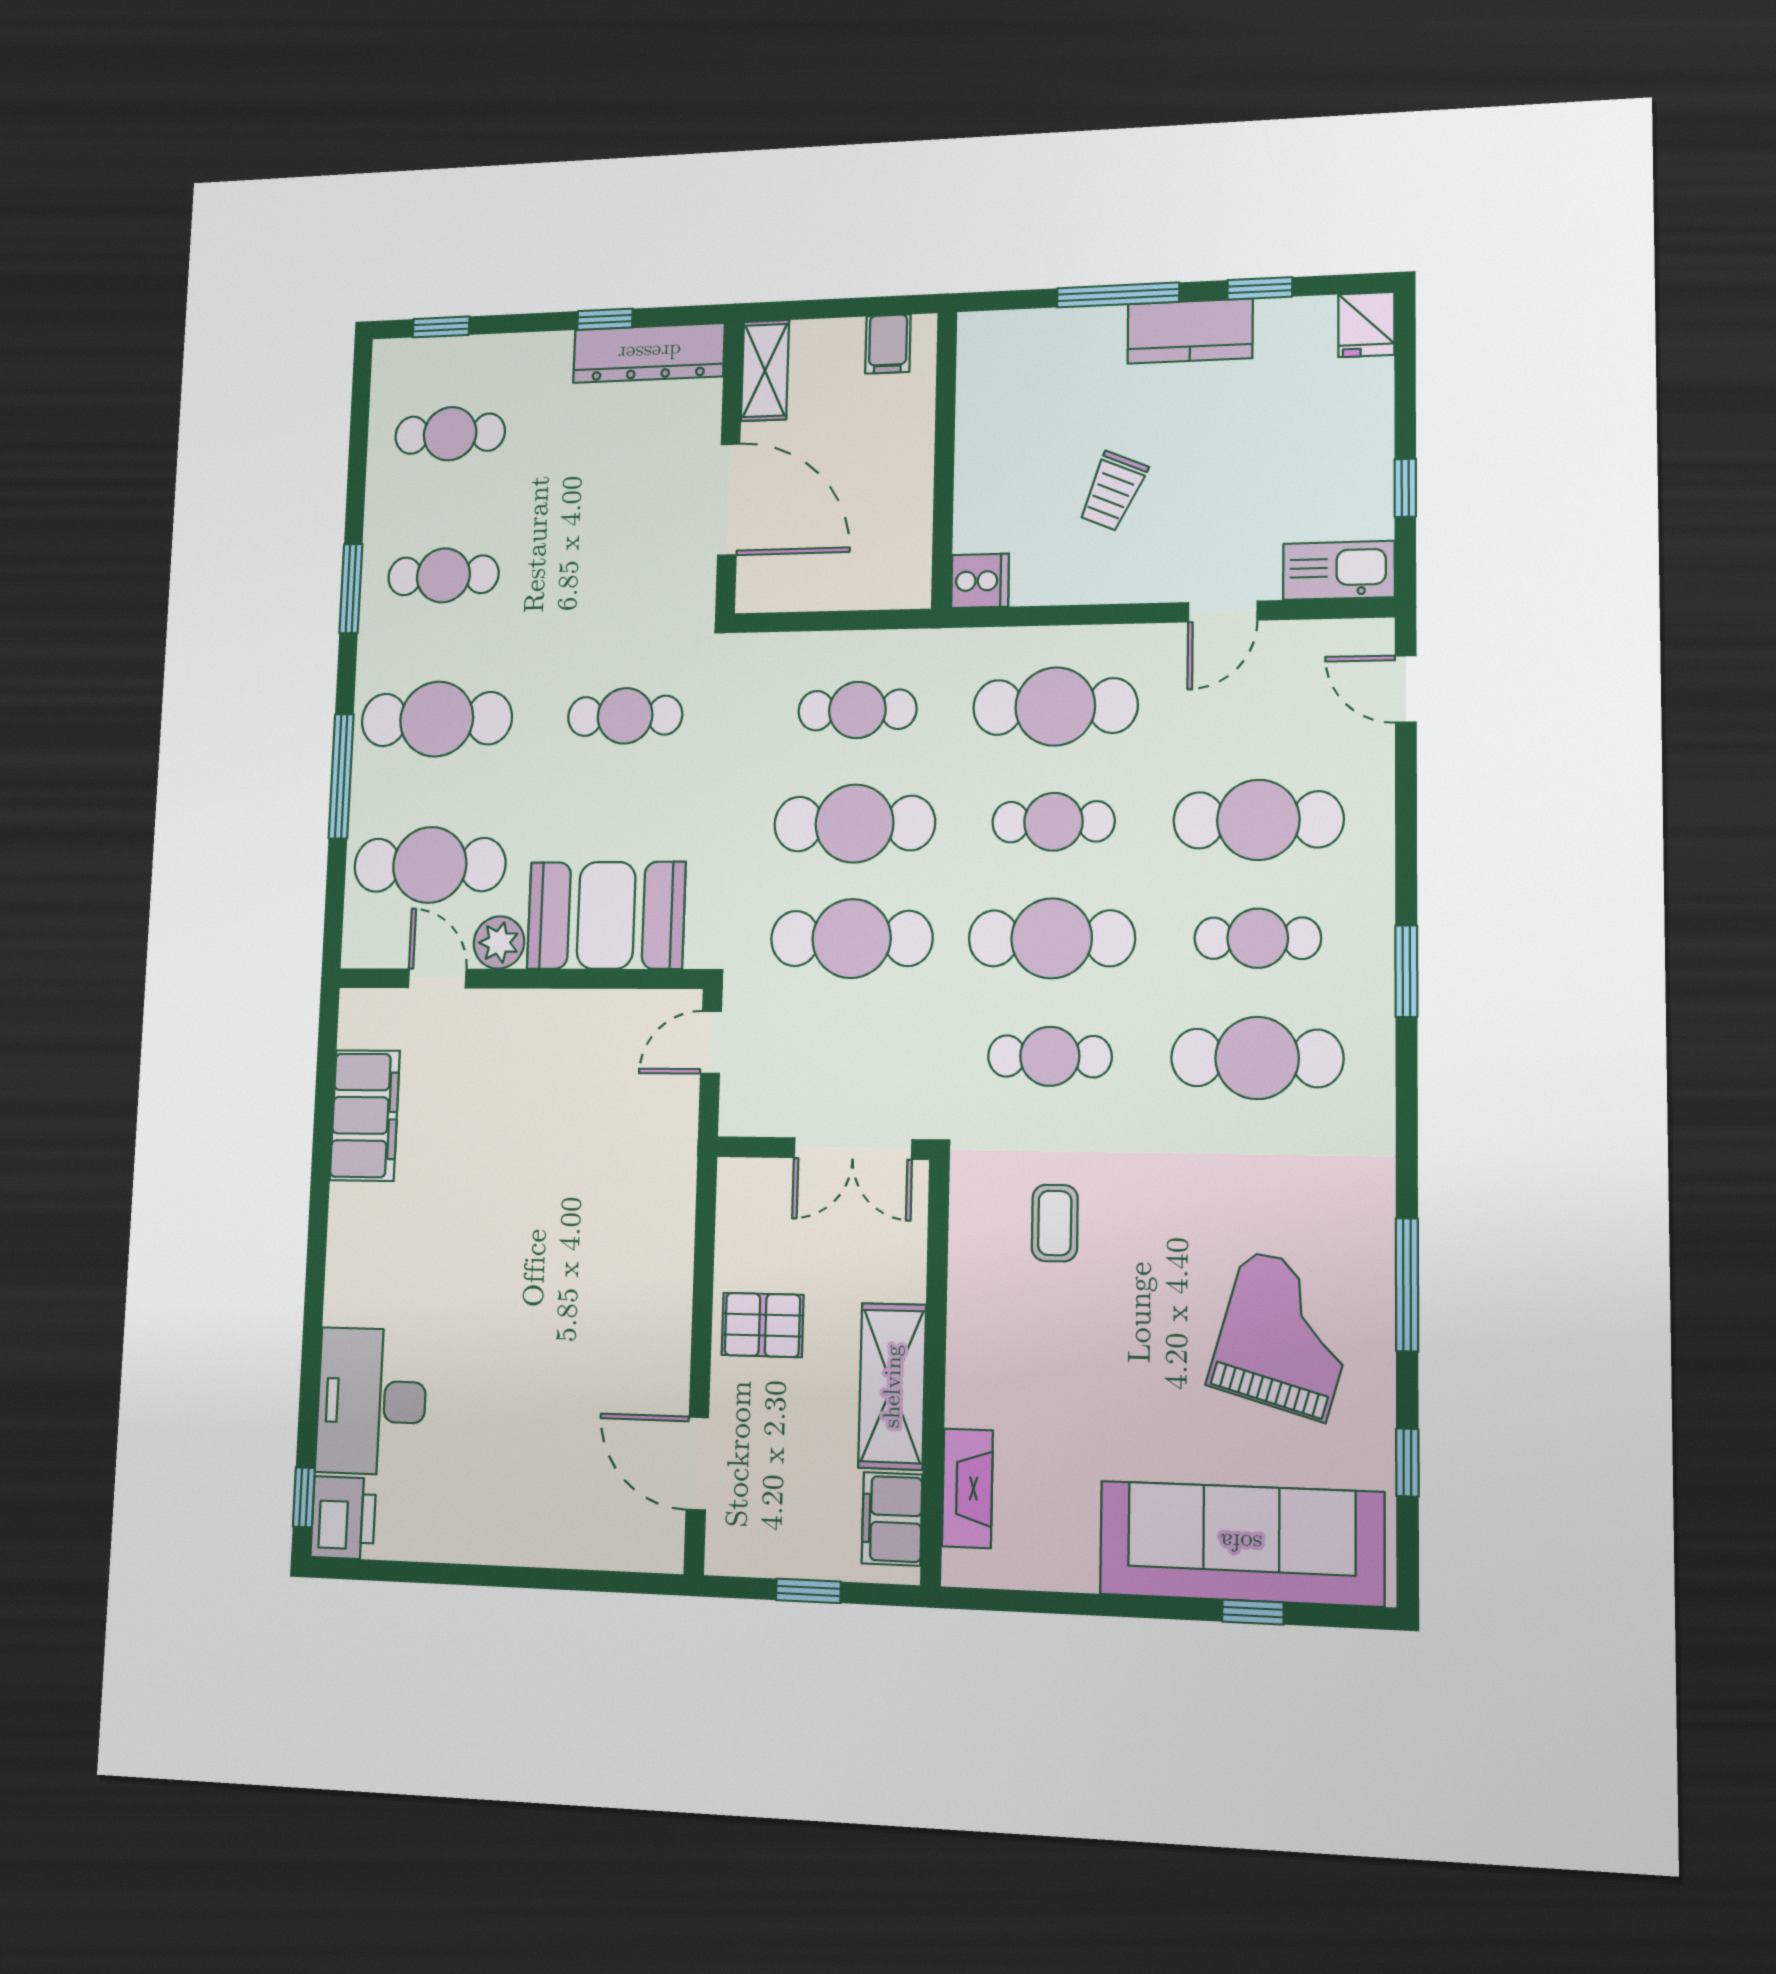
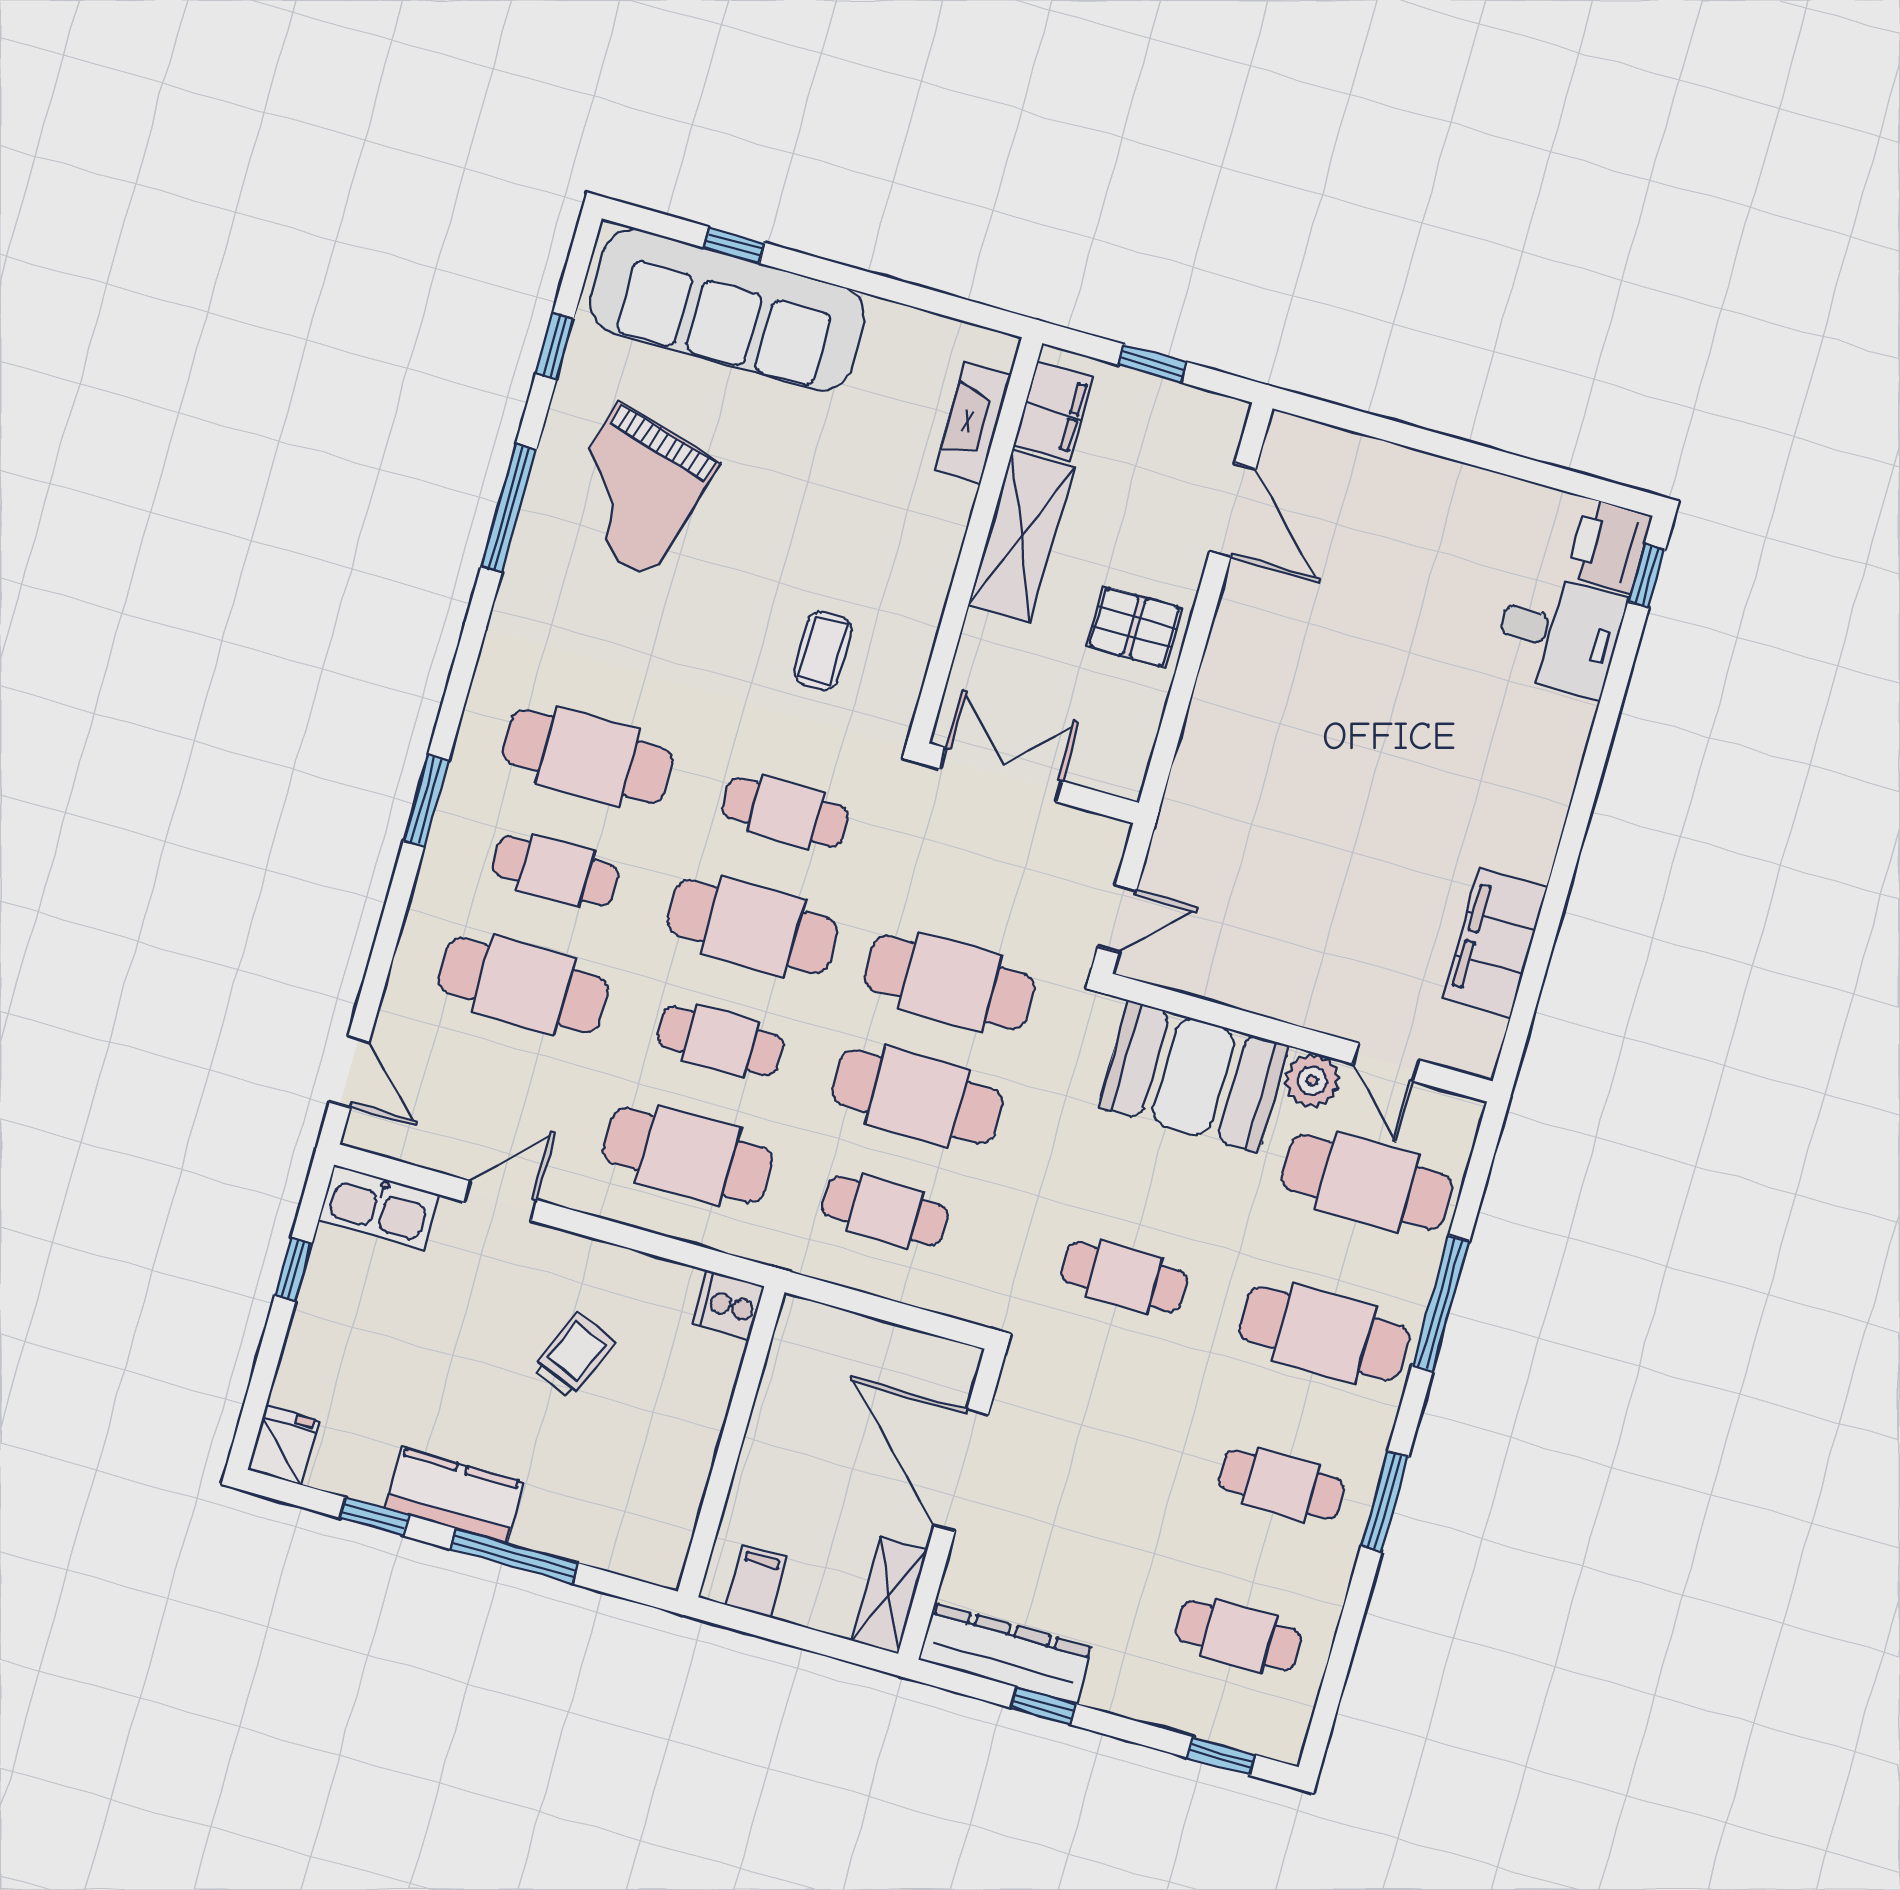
desk: (371, 1401) -> (1559, 634), width x0.73

